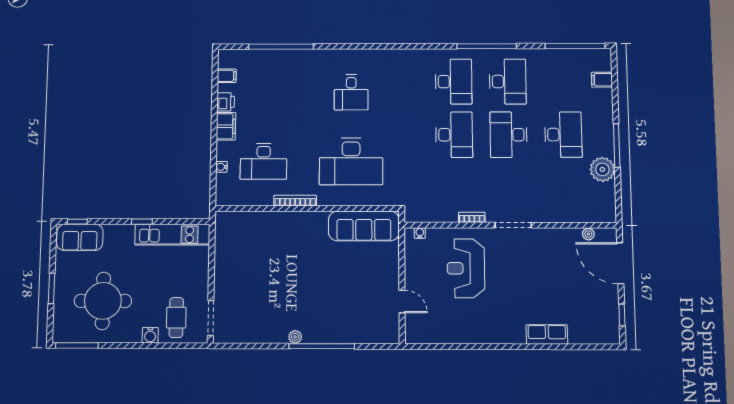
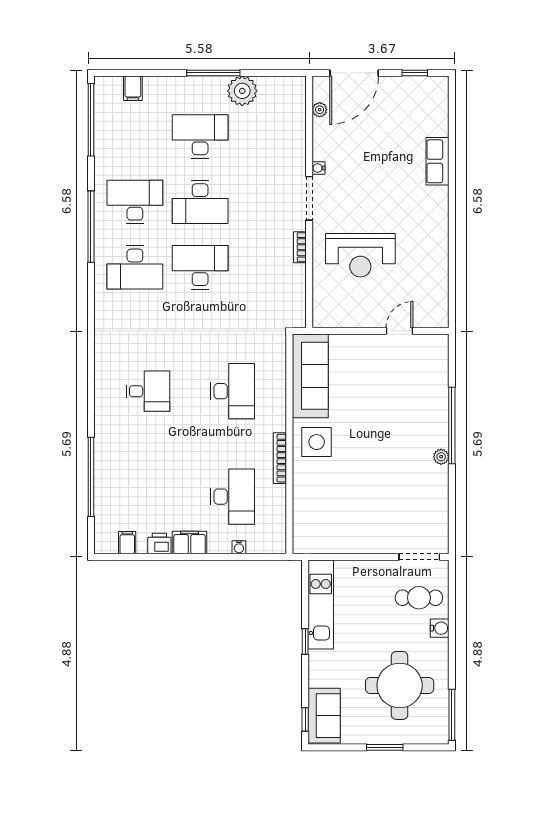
desk: (454, 82) -> (135, 267), turned 180
desk: (351, 161) -> (232, 391), width x0.73, depth x0.77
side table: (308, 231) -> (317, 442), added
water cooler: (420, 233) -> (319, 168), moved

